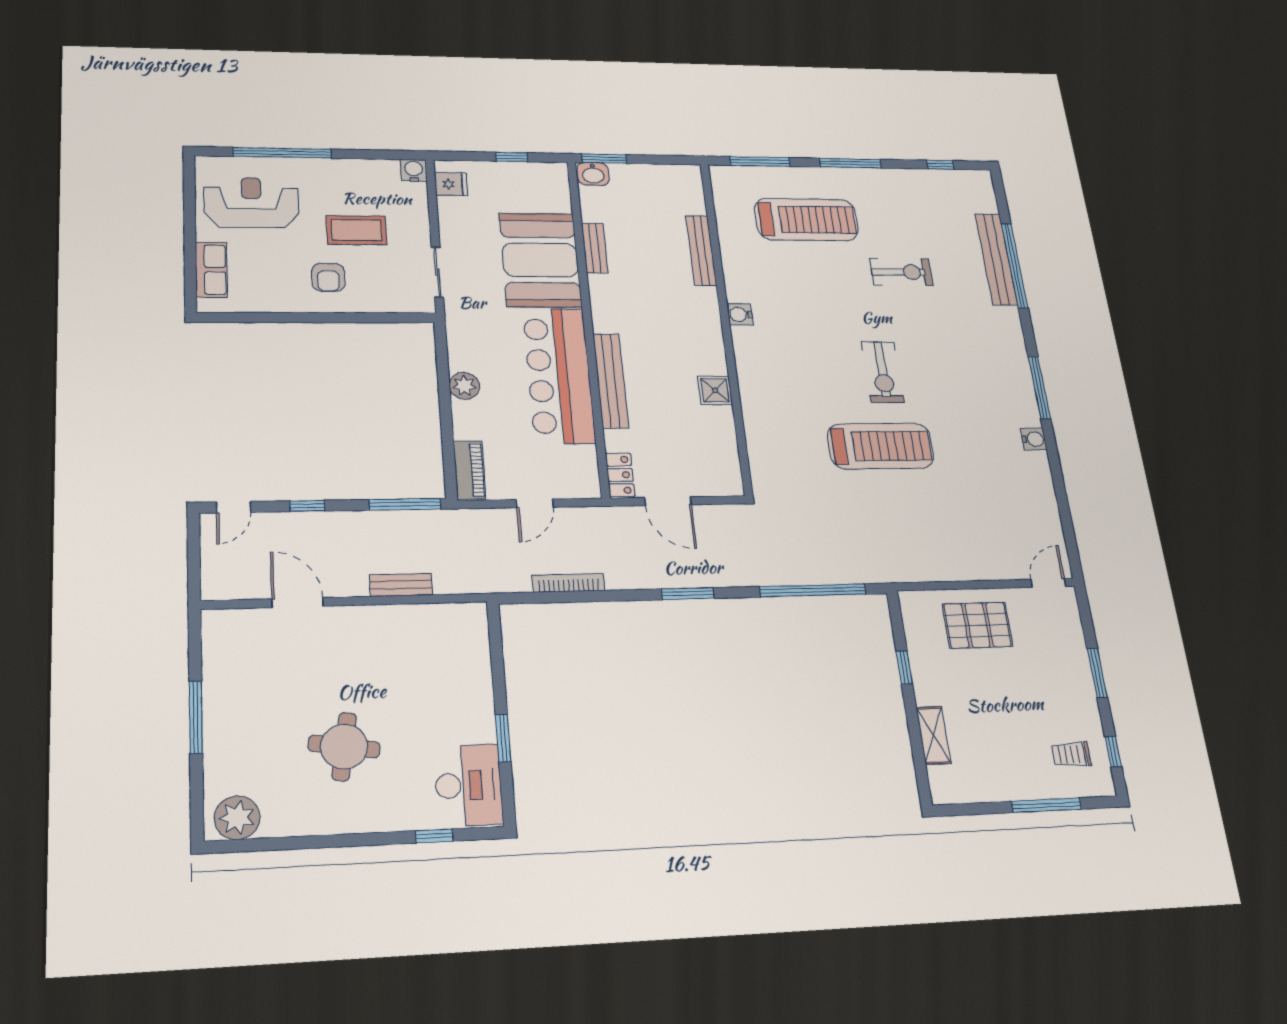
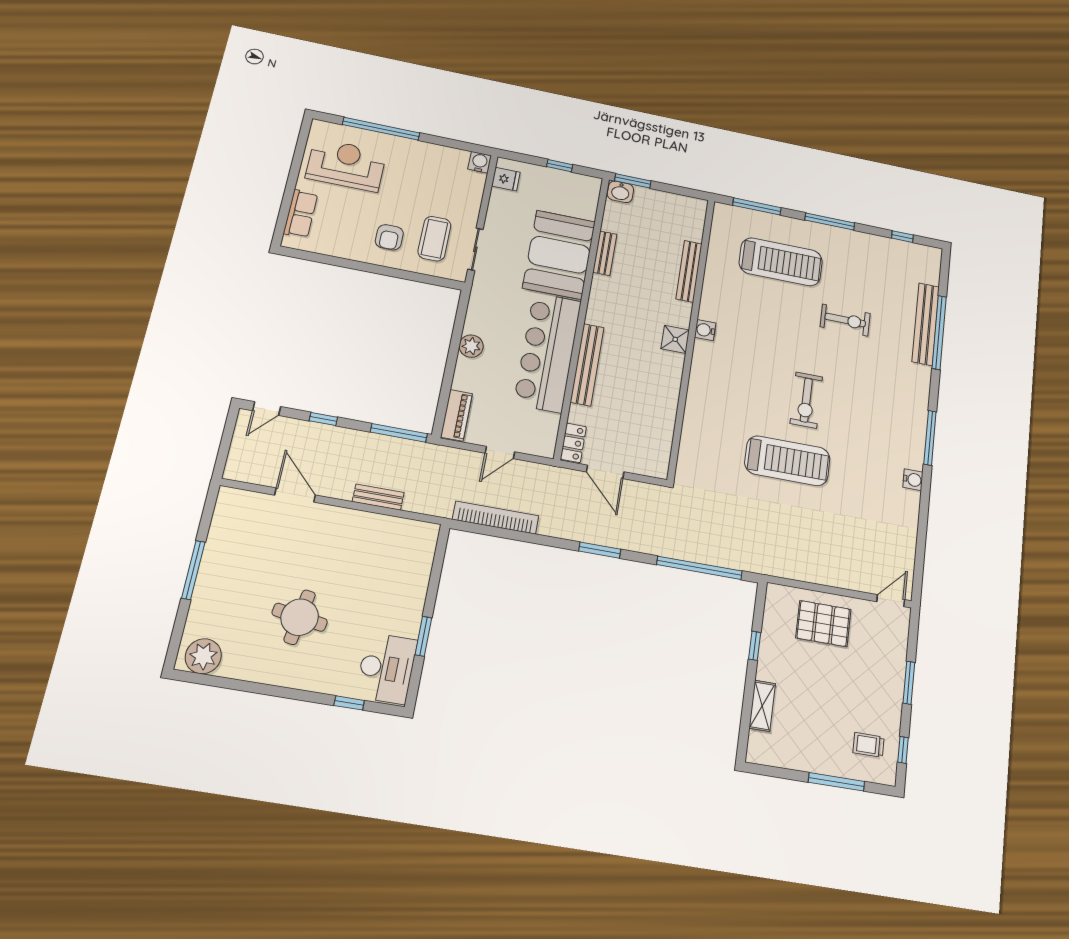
coffee table: (356, 230) -> (434, 239), moved, turned 90
shower: (715, 390) -> (675, 339), moved
bookcase: (569, 583) -> (496, 518), width x1.48, depth x1.31

